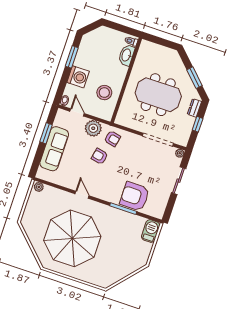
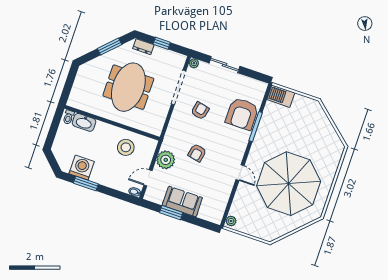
washing machine: (78, 77) -> (82, 168), moved
armchair: (112, 139) -> (200, 111), moved
sofa: (54, 149) -> (182, 201), width x0.73
door: (82, 195) -> (240, 173), swing flipped

